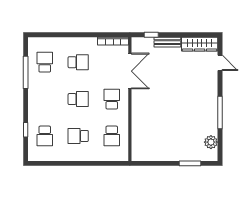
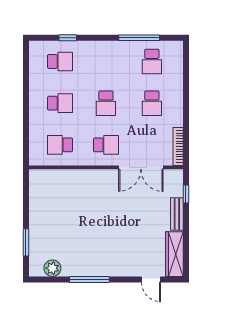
school desk: (45, 62) -> (152, 61), turned 90
door: (220, 63) -> (151, 279), hinge flipped
school desk: (45, 136) -> (60, 61), turned 180
school desk: (78, 136) -> (60, 103), turned 90

